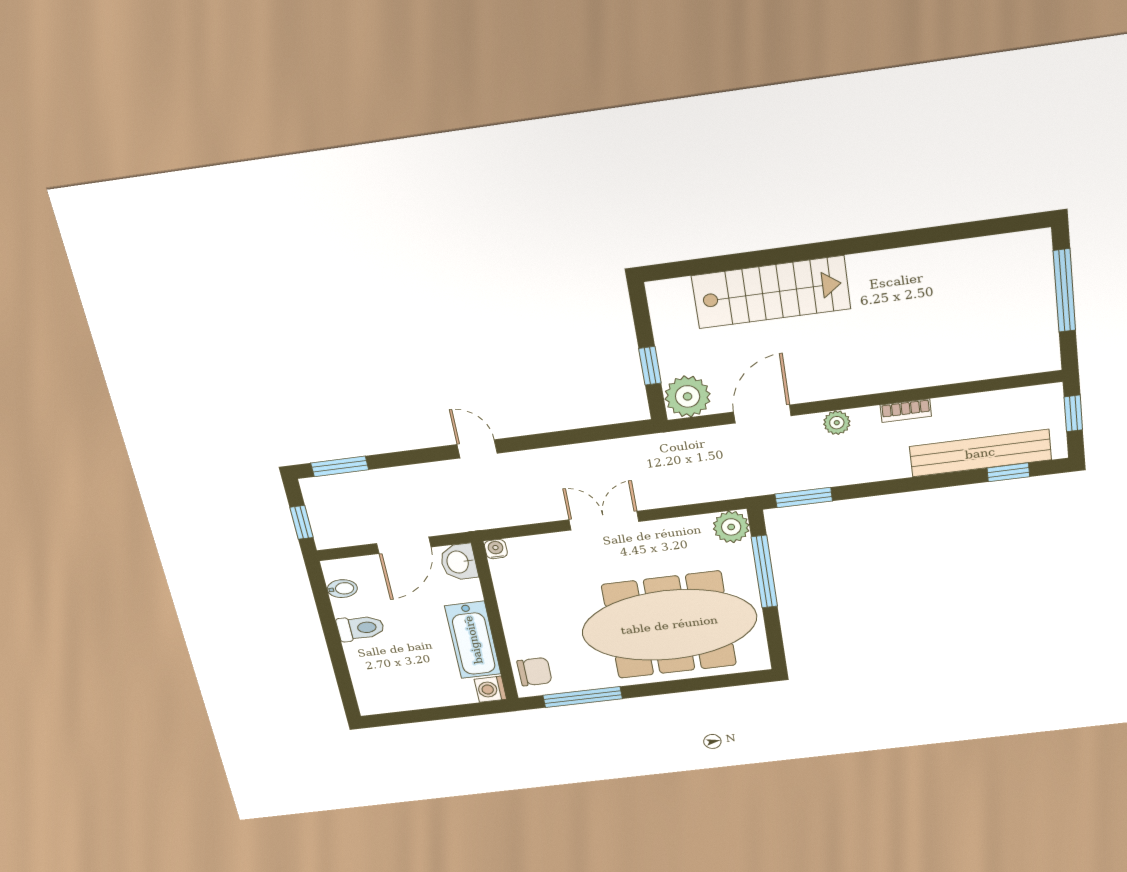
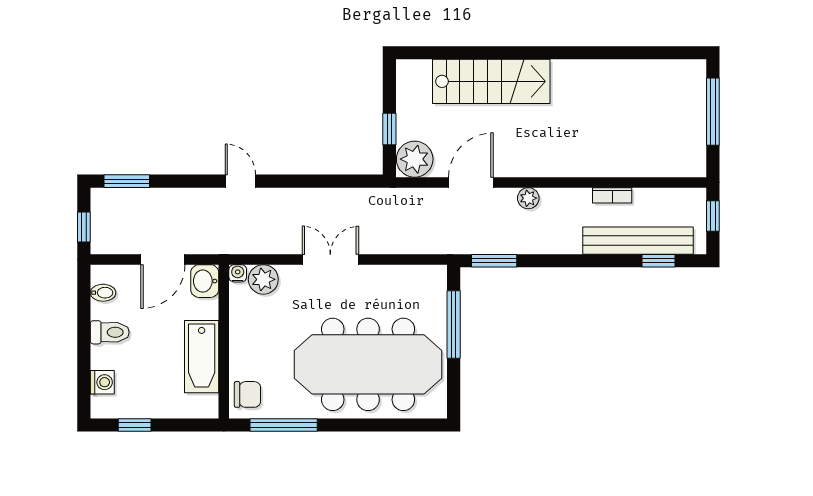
bookcase: (906, 411) -> (612, 195), moved
plant: (731, 527) -> (263, 279), moved
washing machine: (490, 689) -> (102, 382), moved, turned 180
window: (413, 716) -> (135, 425), added

